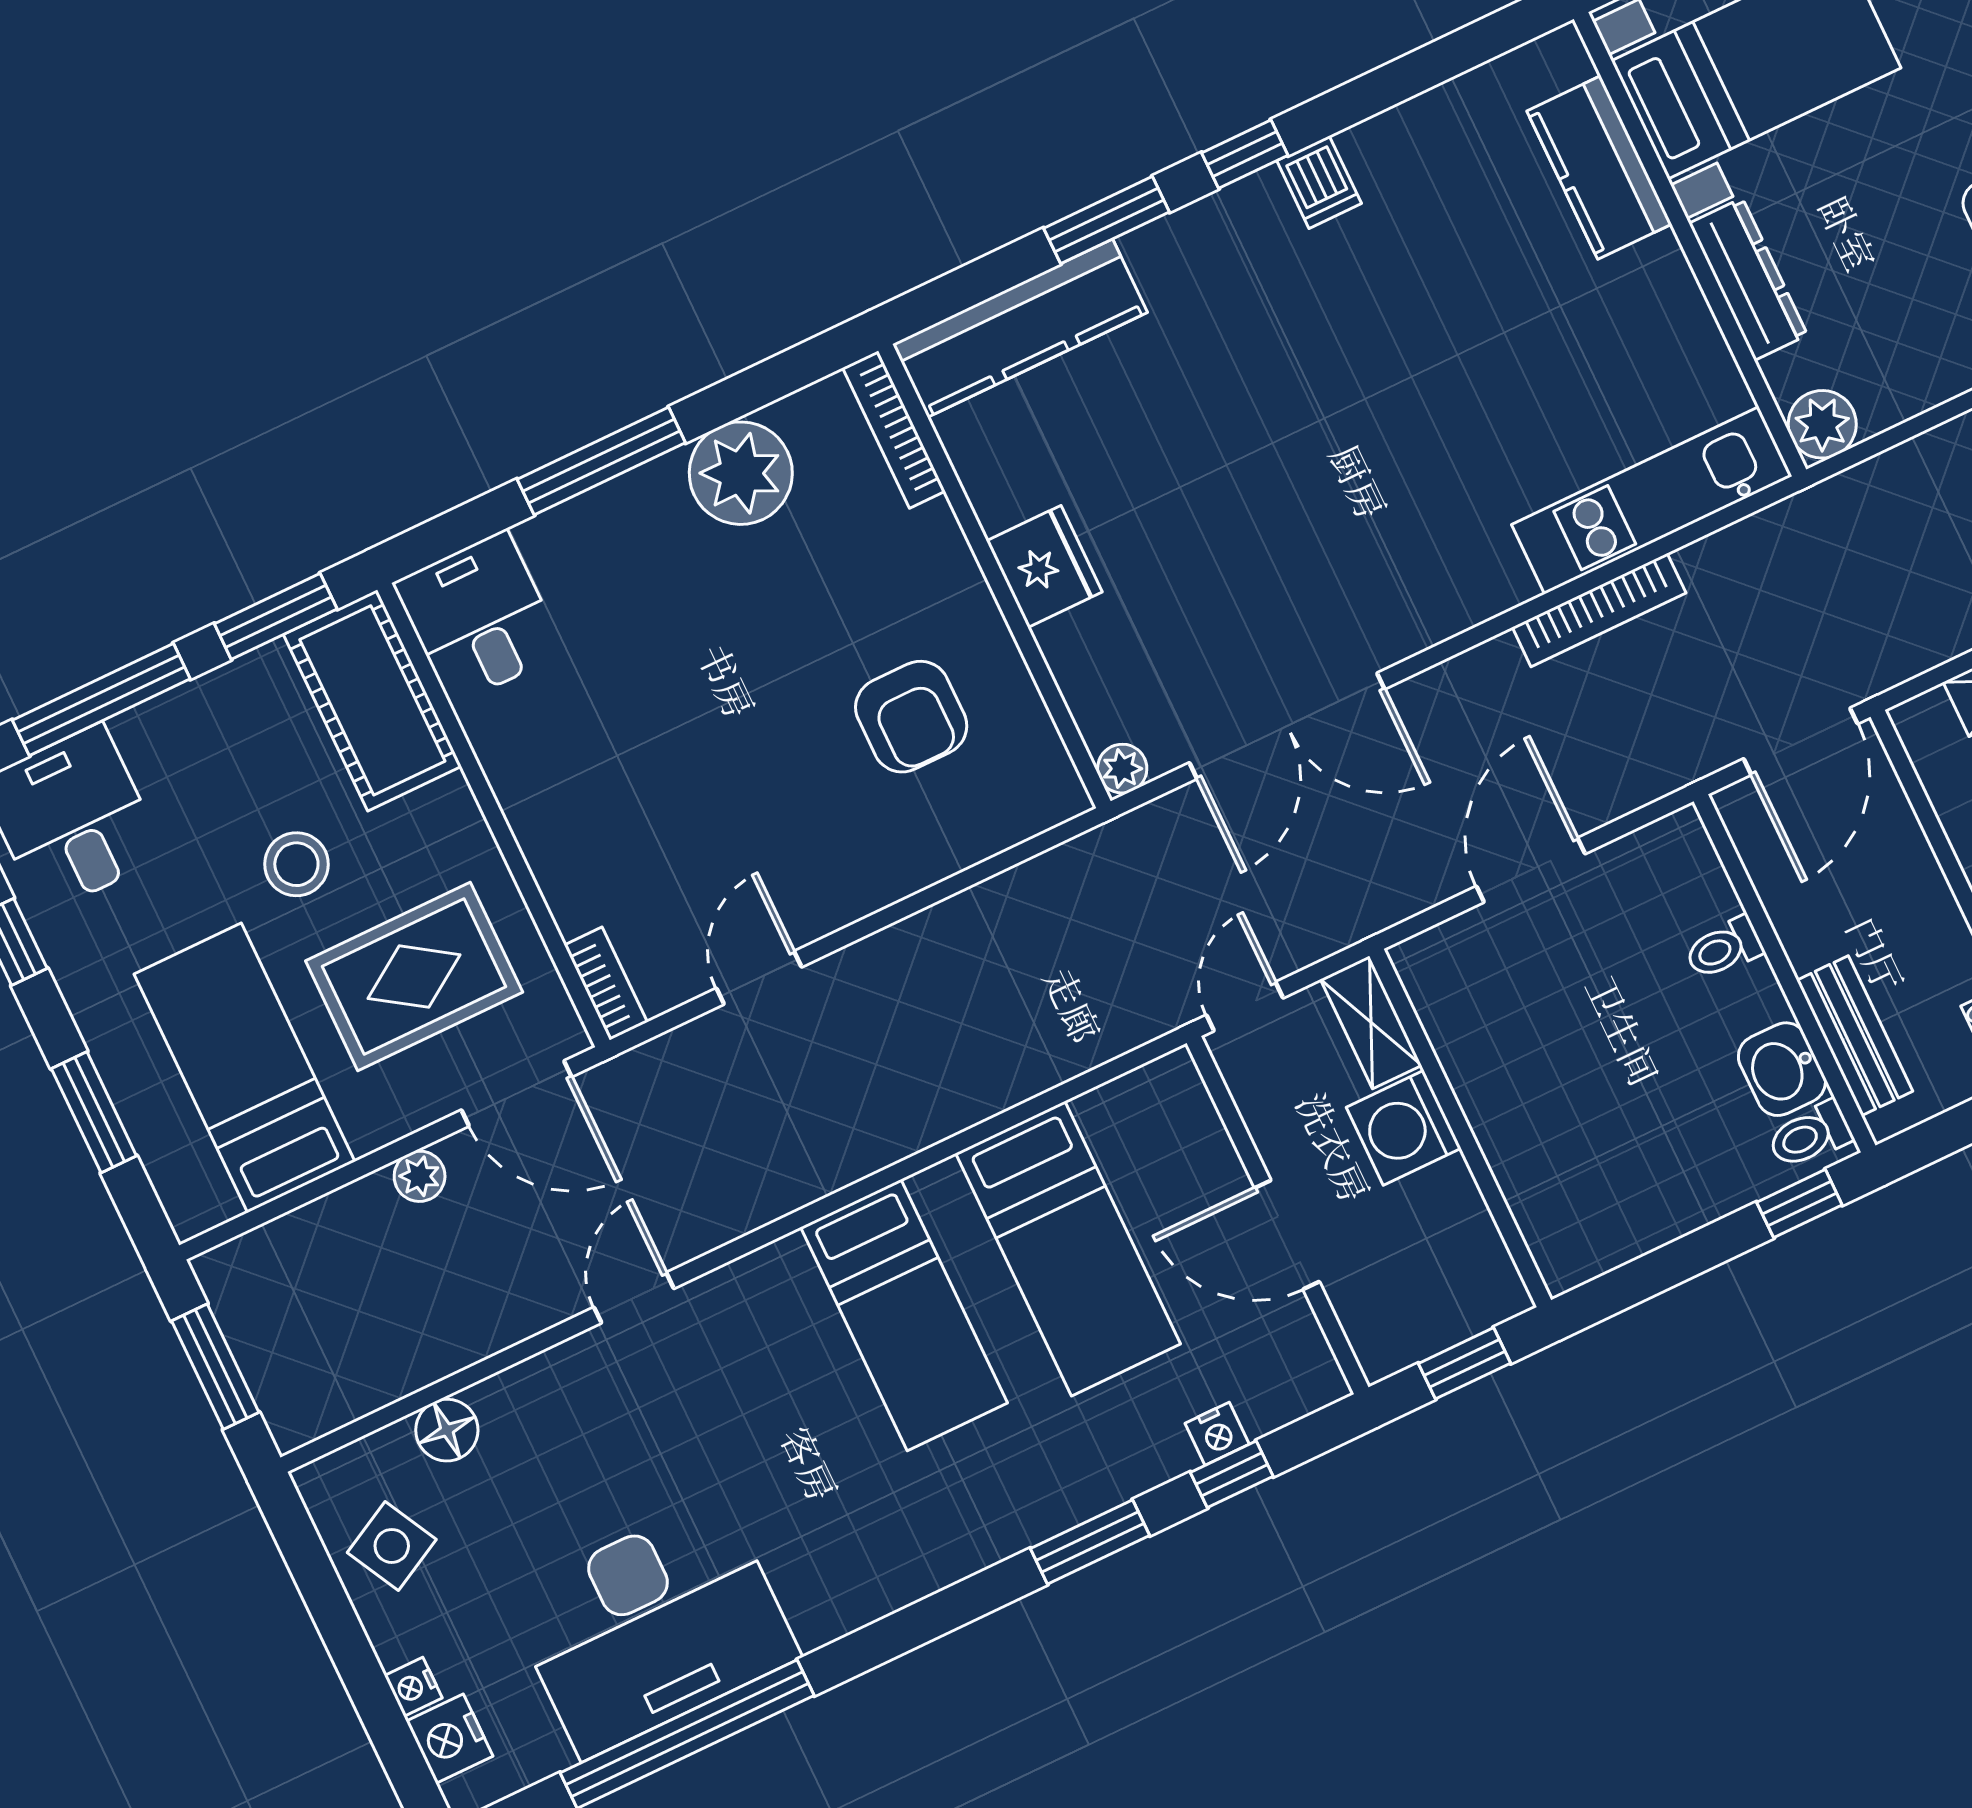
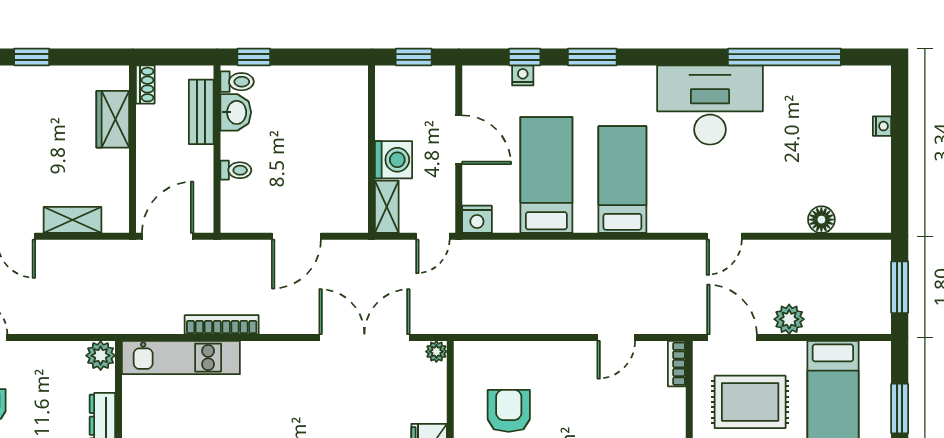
plant: (420, 1176) -> (789, 319), width x1.38, depth x1.38
side table: (392, 1546) -> (864, 185), removed
desk: (653, 1627) -> (710, 105), moved
nightstand: (450, 1739) -> (477, 219), moved, turned 90

